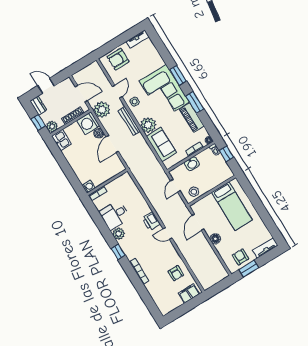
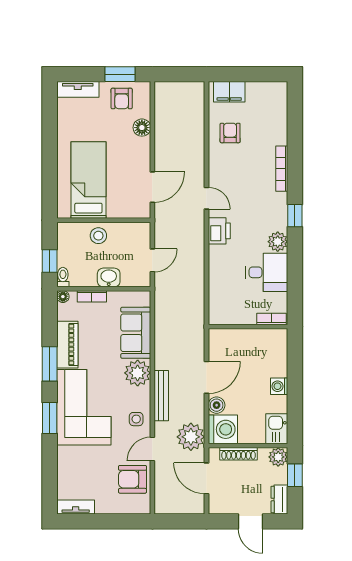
armchair: (118, 59) -> (133, 479), moved, turned 180
washing machine: (89, 187) -> (279, 386), moved
stool: (194, 192) -> (98, 236), moved
floor lamp: (215, 239) -> (142, 128), moved

